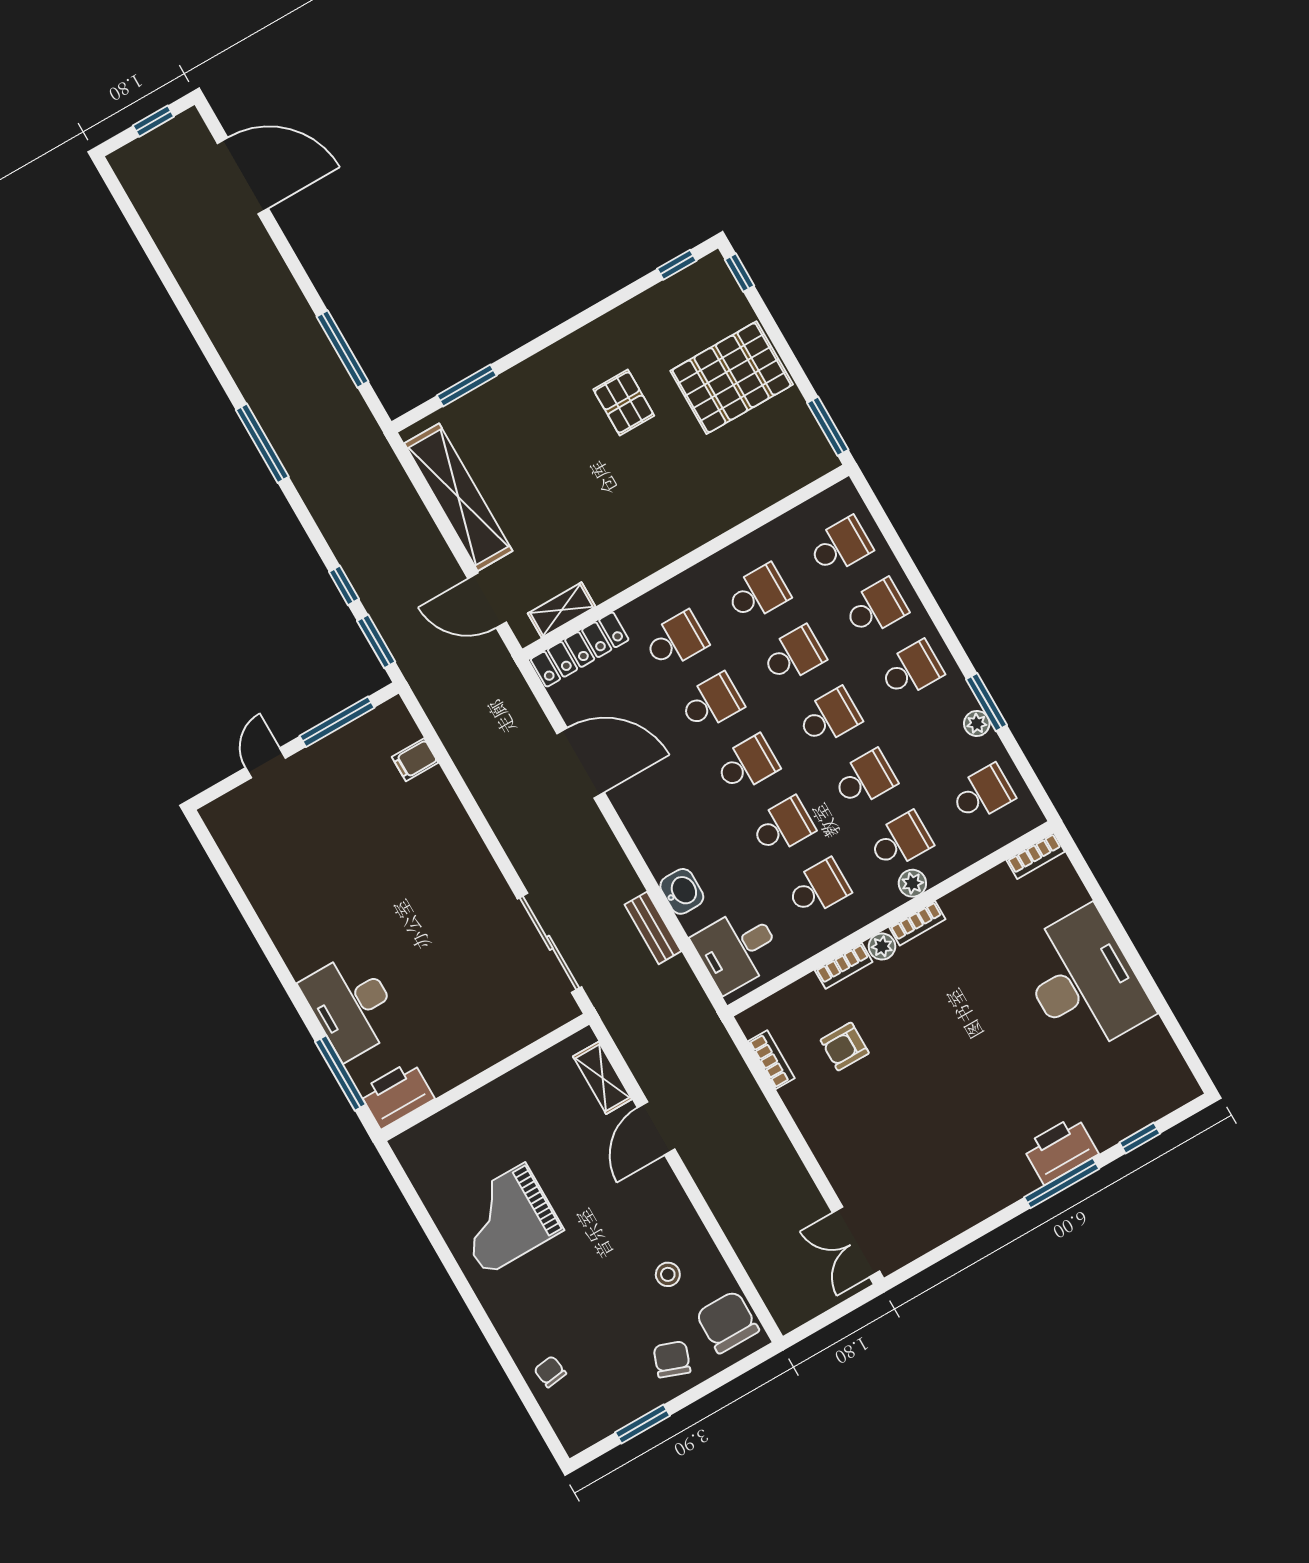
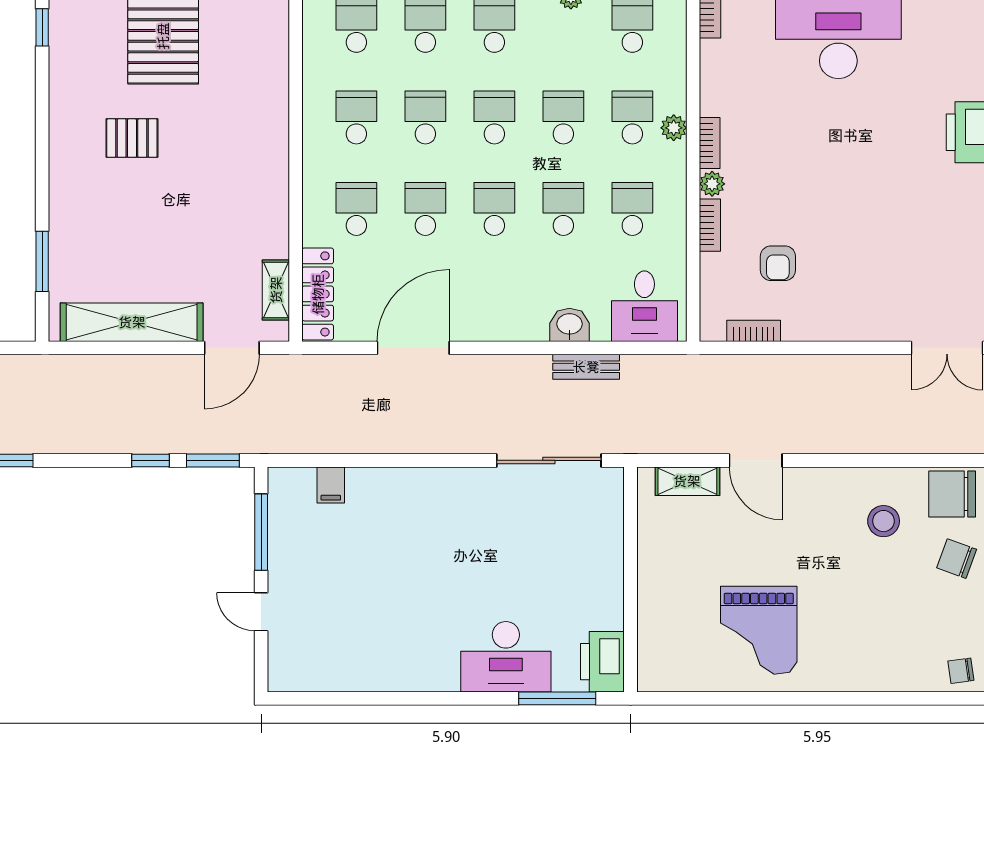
stool: (668, 1274) -> (884, 521), width x1.37, depth x1.37
chair: (550, 1372) -> (961, 671), moved

